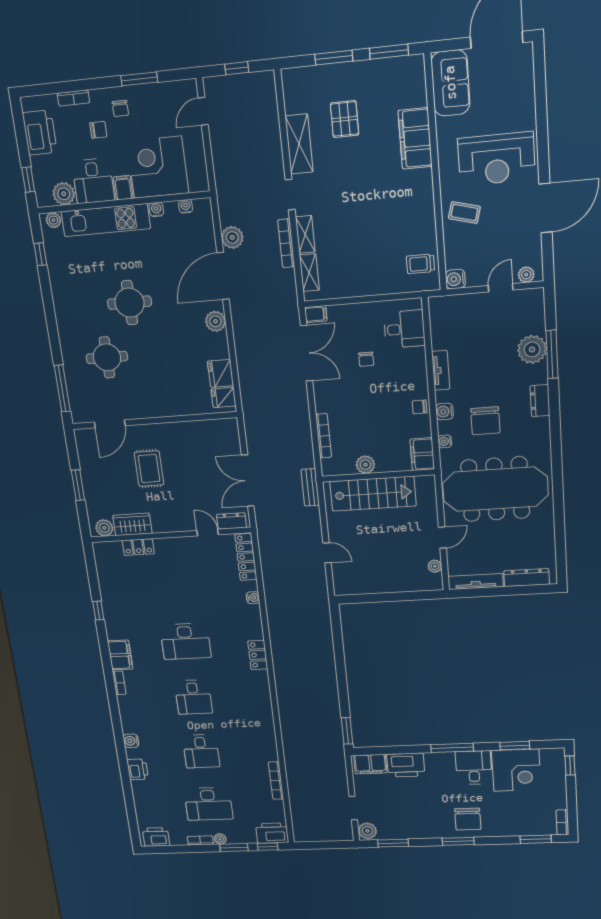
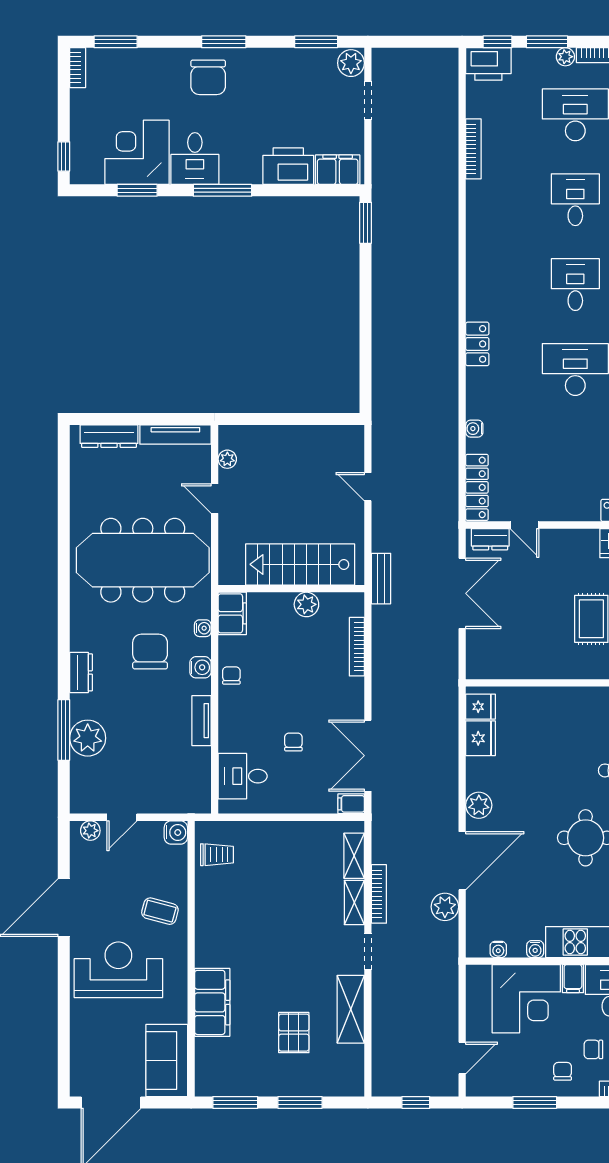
chair: (420, 407) -> (231, 676), turned -90
door: (442, 538) -> (215, 499), hinge flipped
chair: (468, 819) -> (208, 77), turned 180

